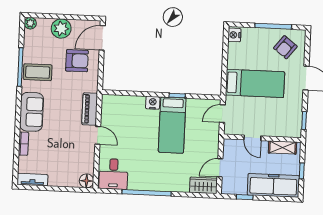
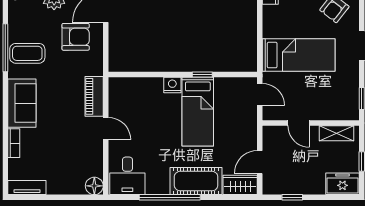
door: (222, 114) -> (260, 95), swing flipped
cot: (168, 181) -> (196, 181), added
freezer: (273, 185) -> (342, 184), width x0.52, depth x0.79

